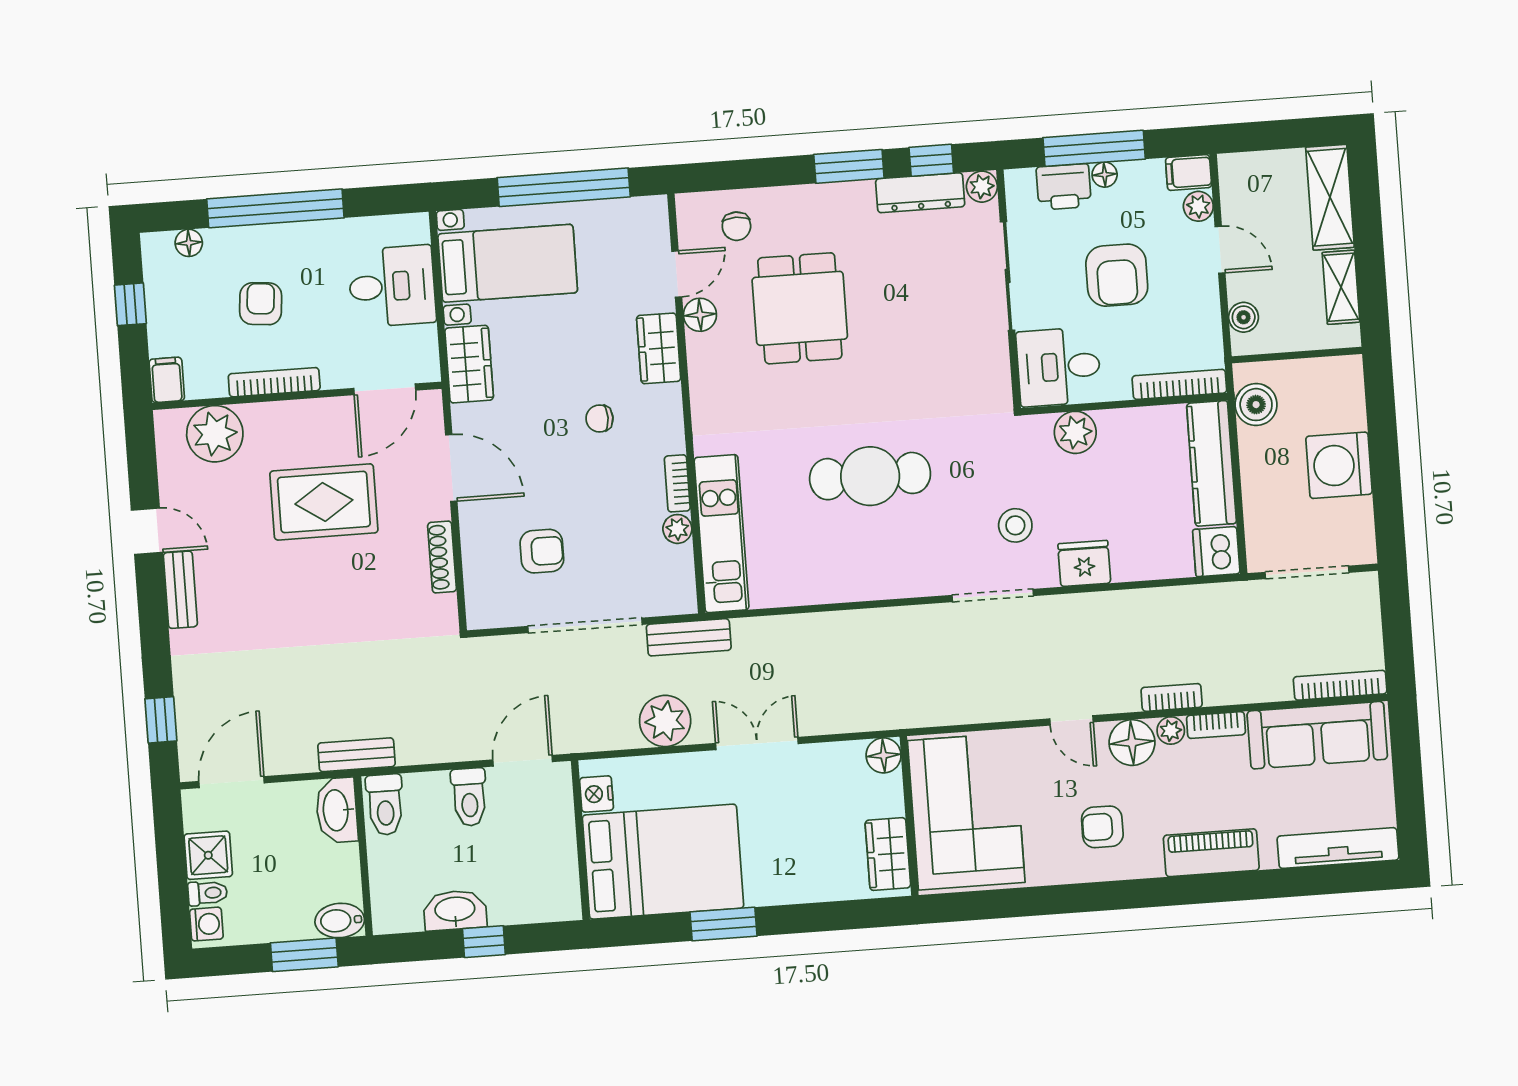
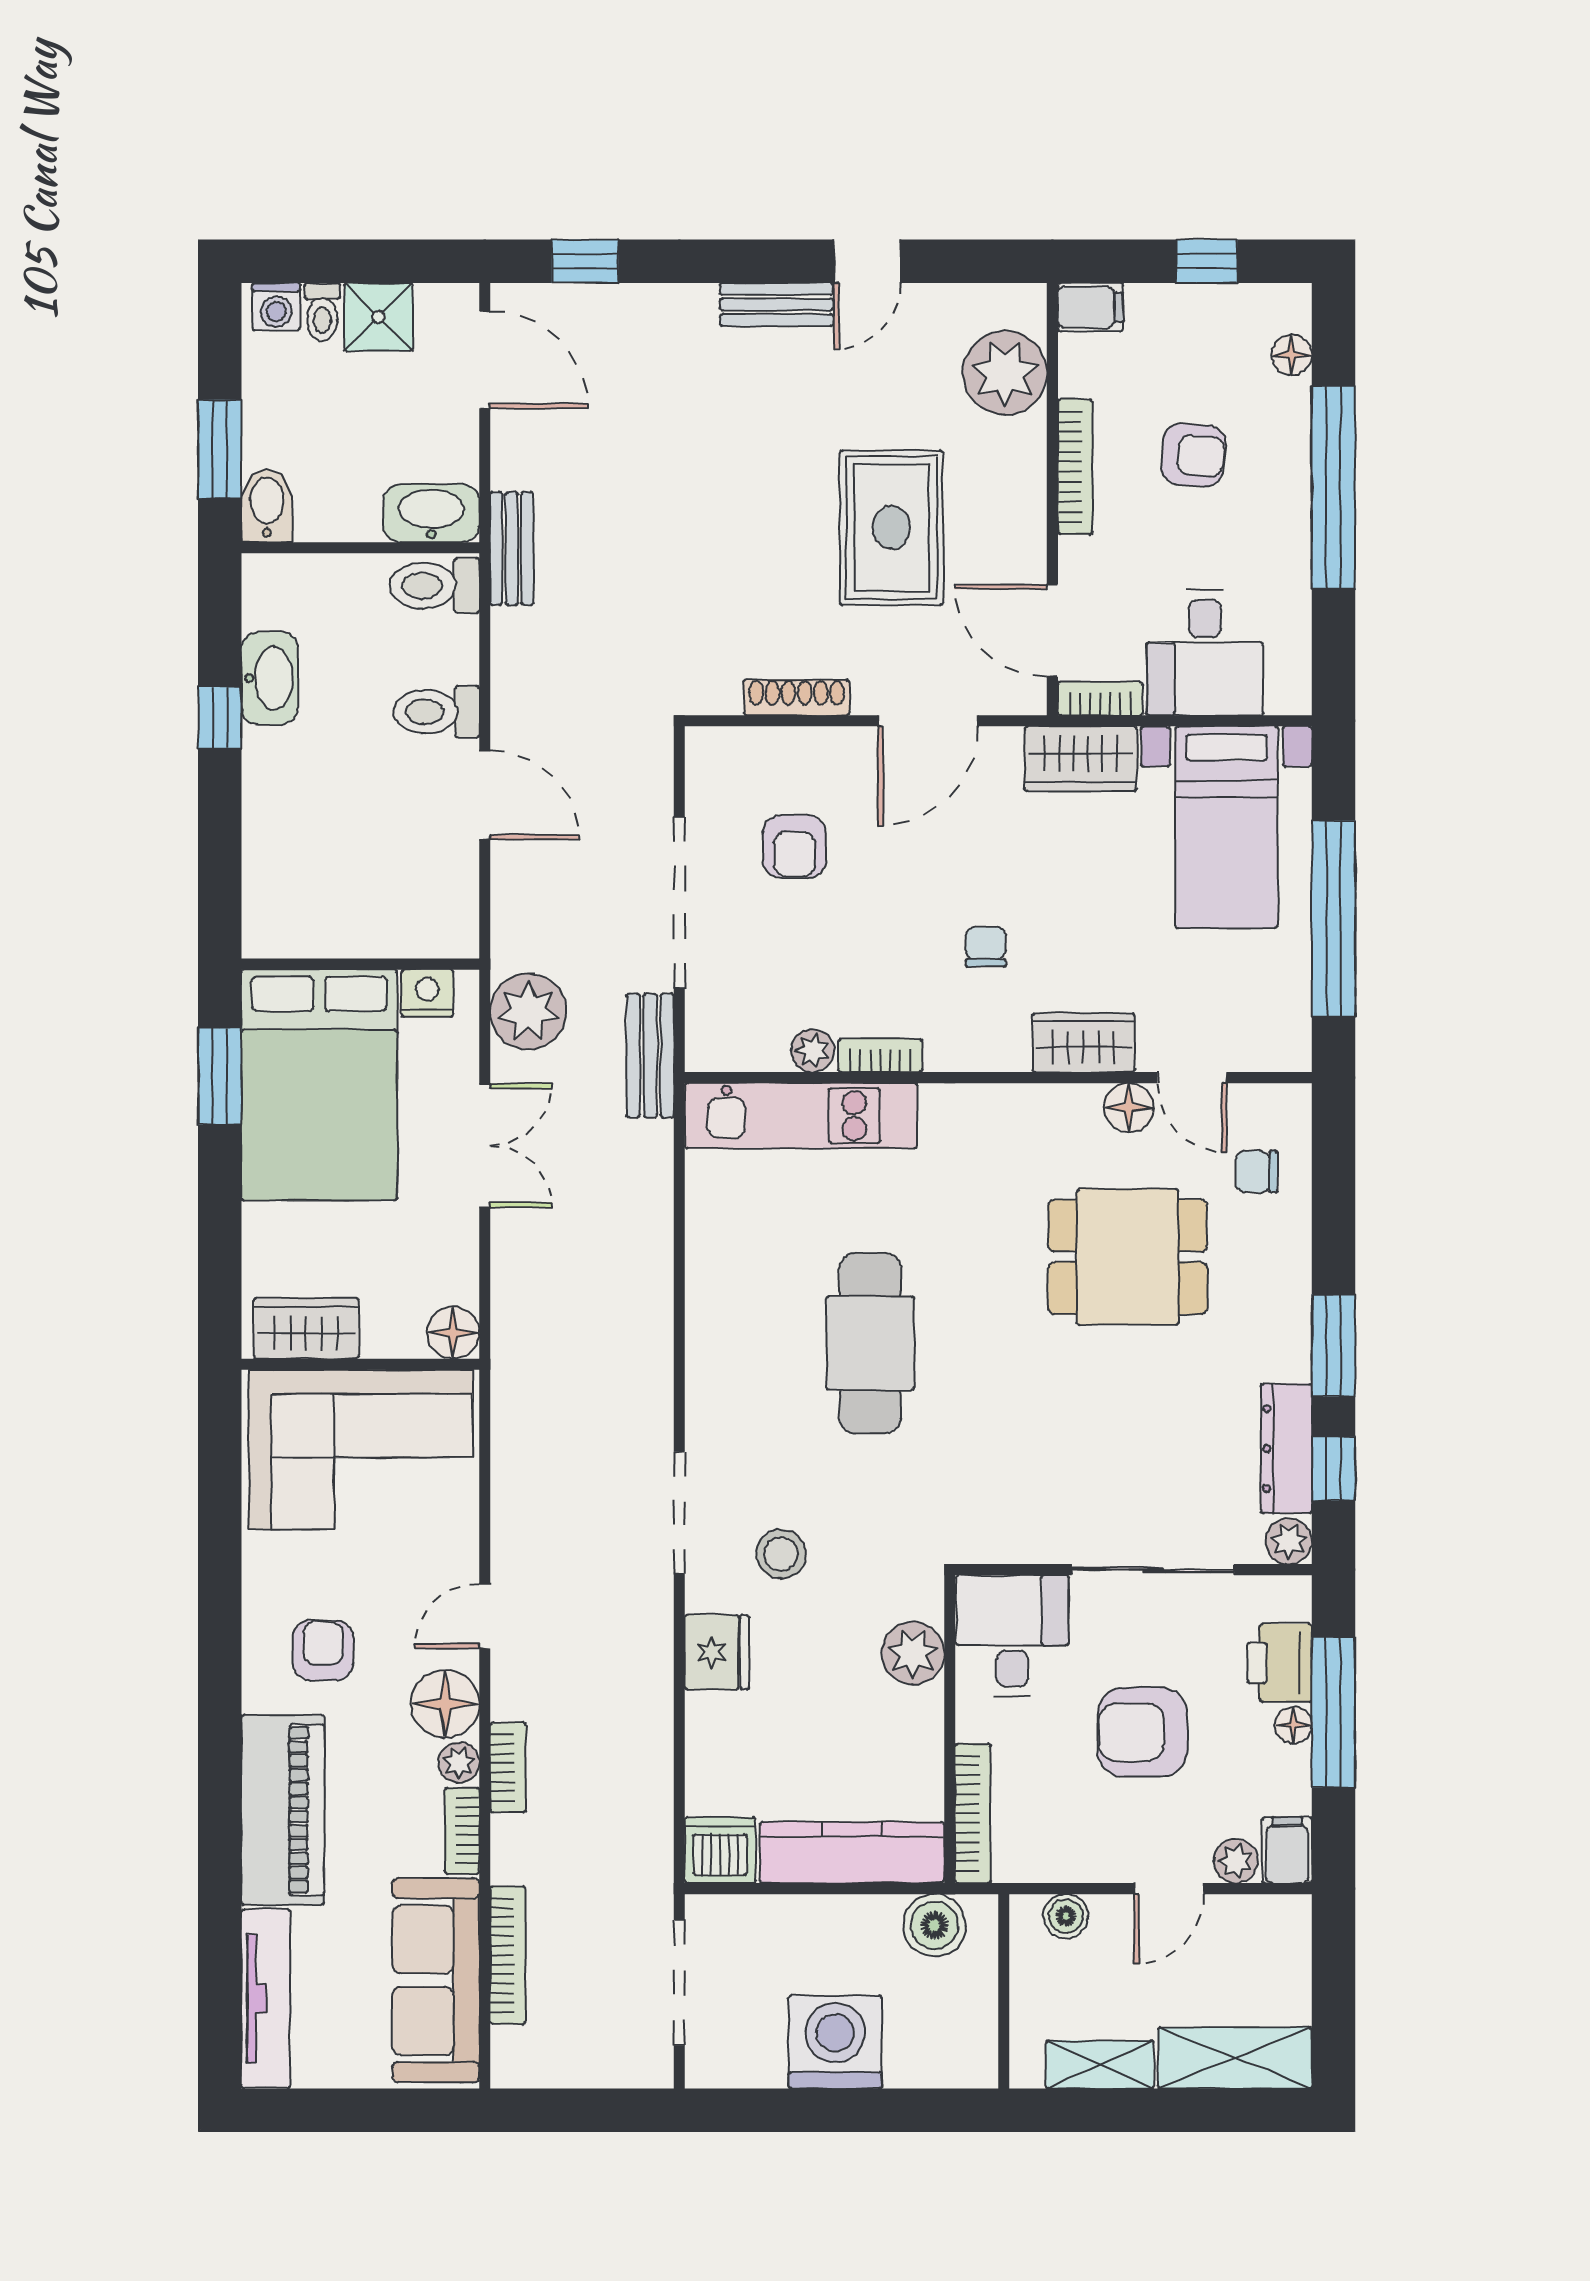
bookcase: (428, 354) -> (1100, 698), added
bookcase: (1340, 685) -> (508, 1955), moved
nightstand: (596, 794) -> (427, 993), moved
wall: (580, 840) -> (360, 964), moved
piano: (1211, 853) -> (283, 1810), width x1.37, depth x1.33
bed: (663, 862) -> (319, 1085), moved

